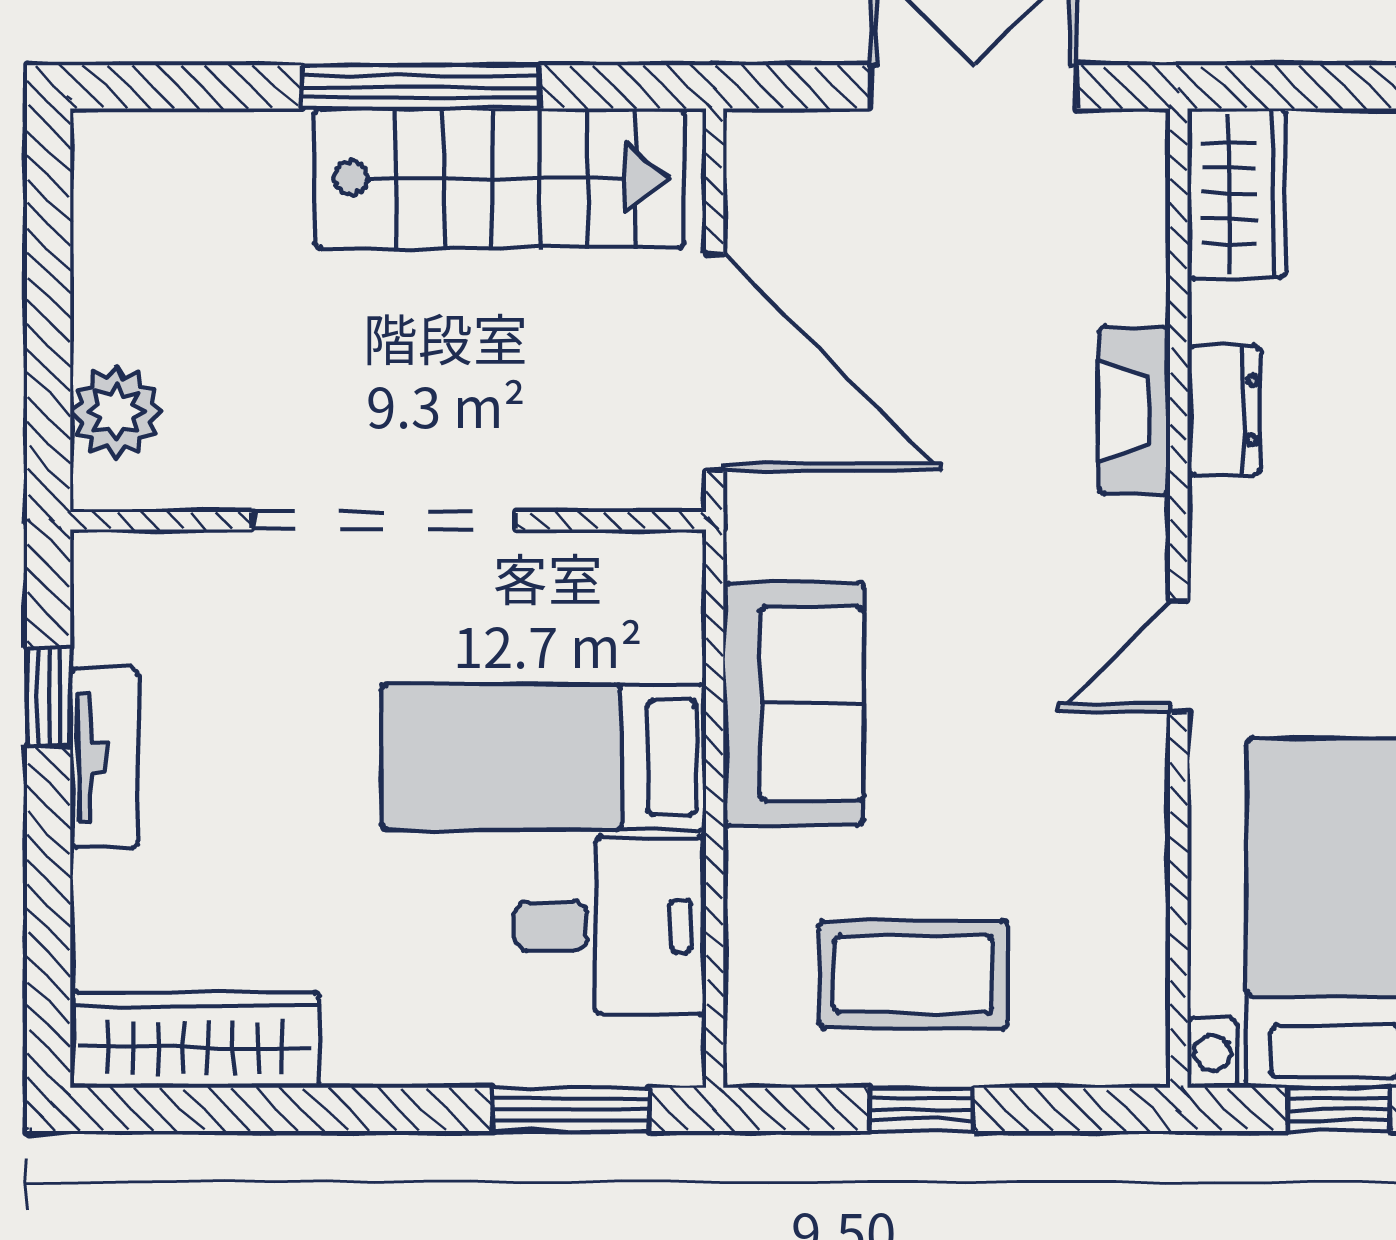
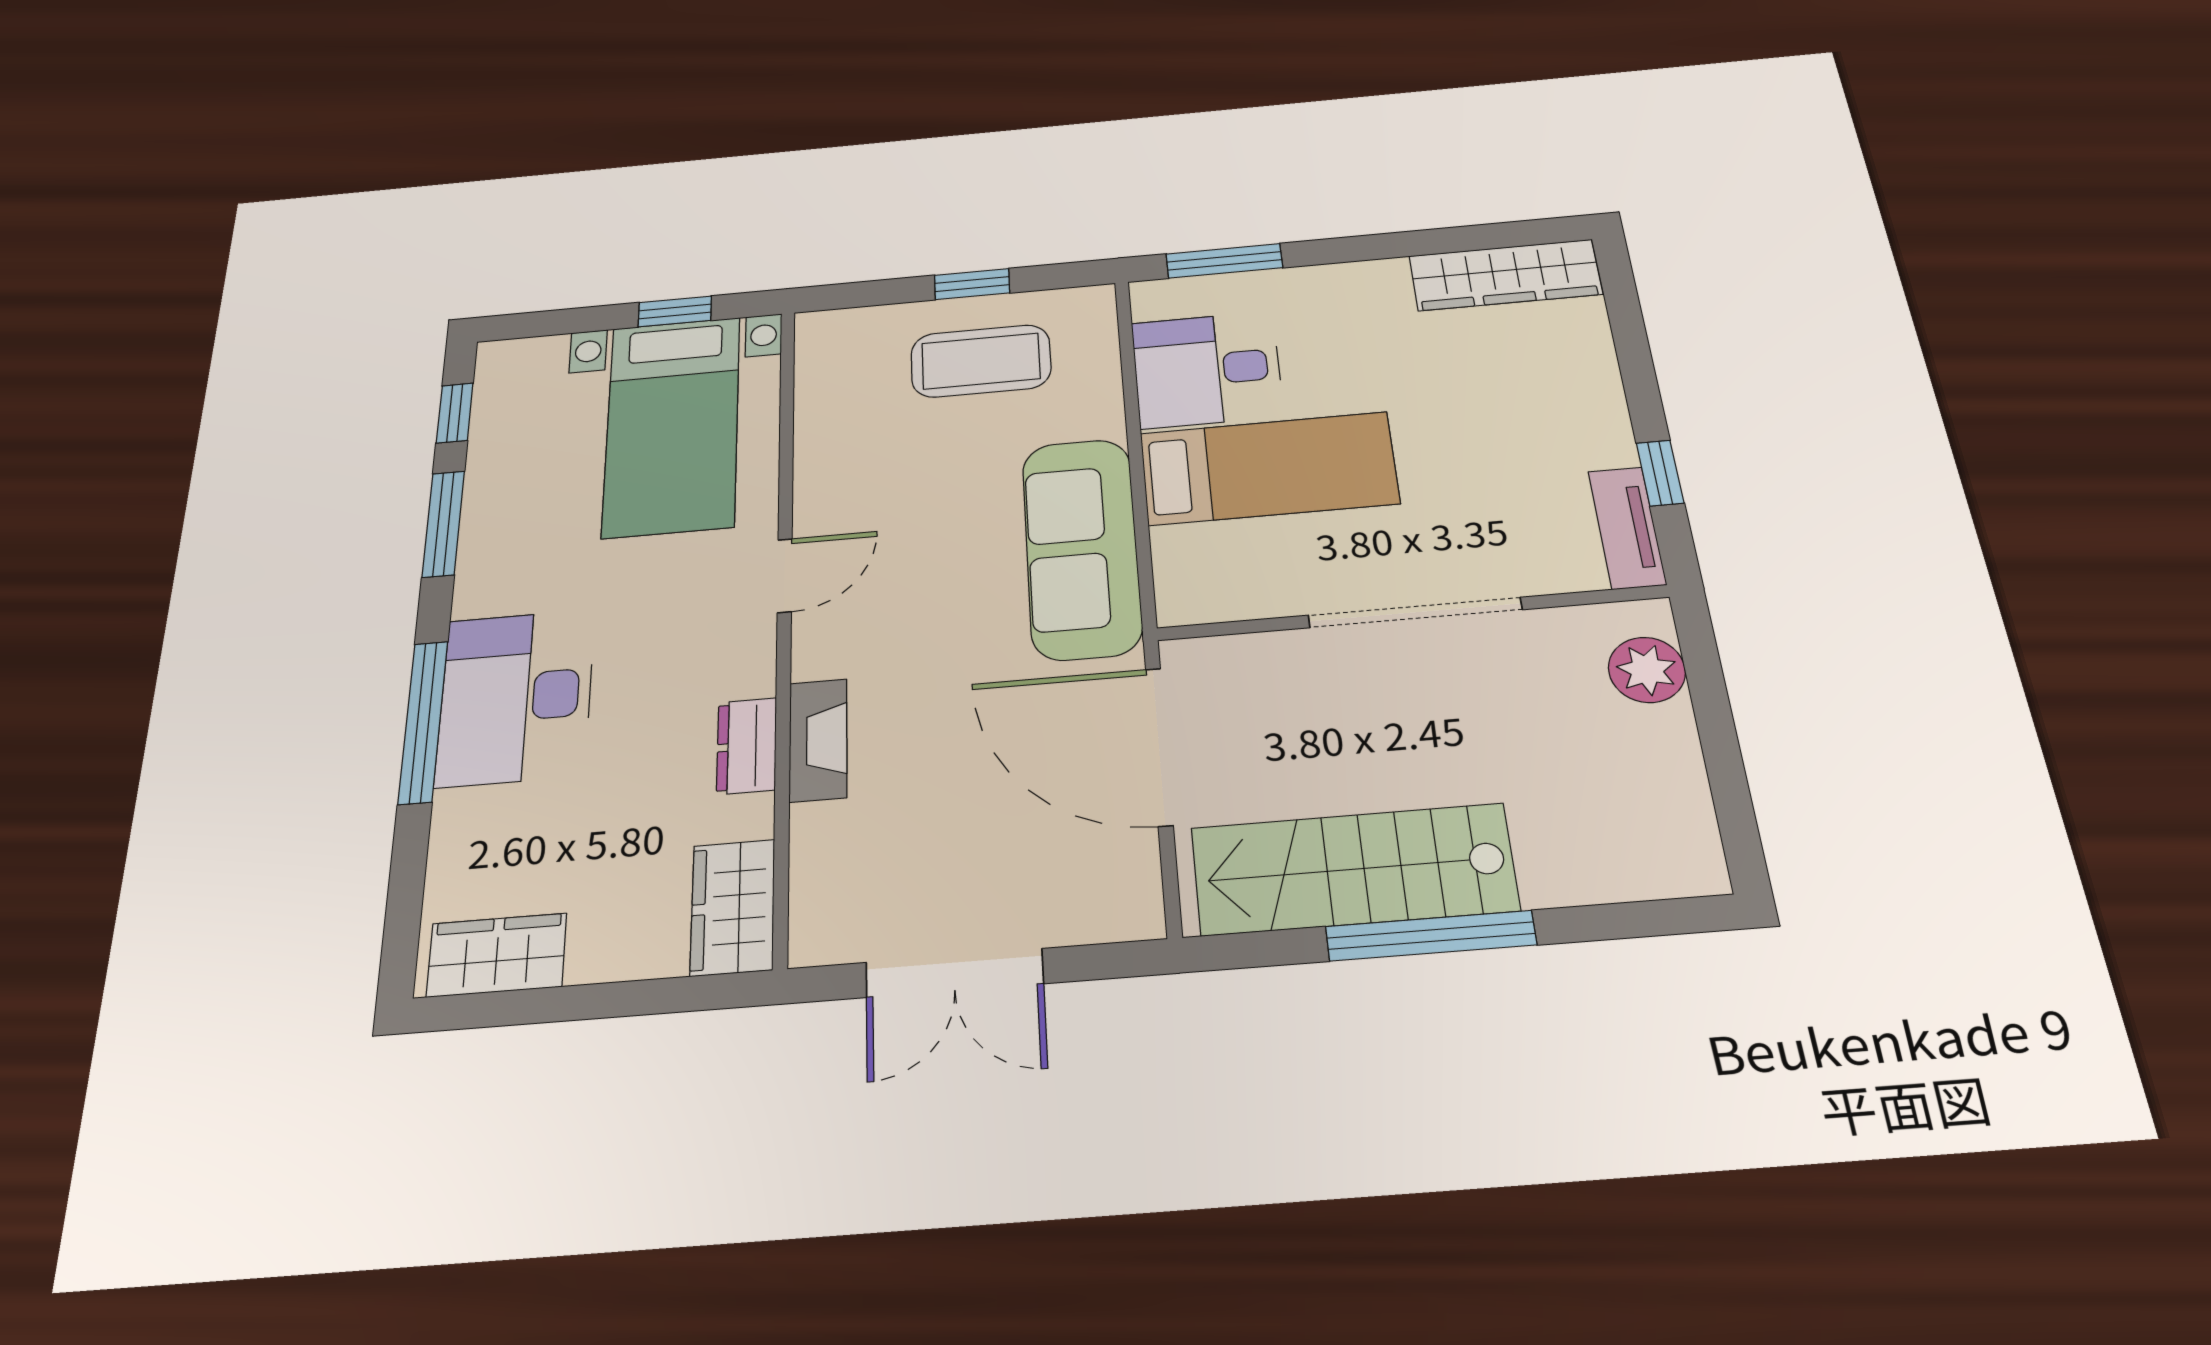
sofa: (794, 704) -> (1081, 548), width x1.36
tv unit: (104, 758) -> (1627, 528), moved

